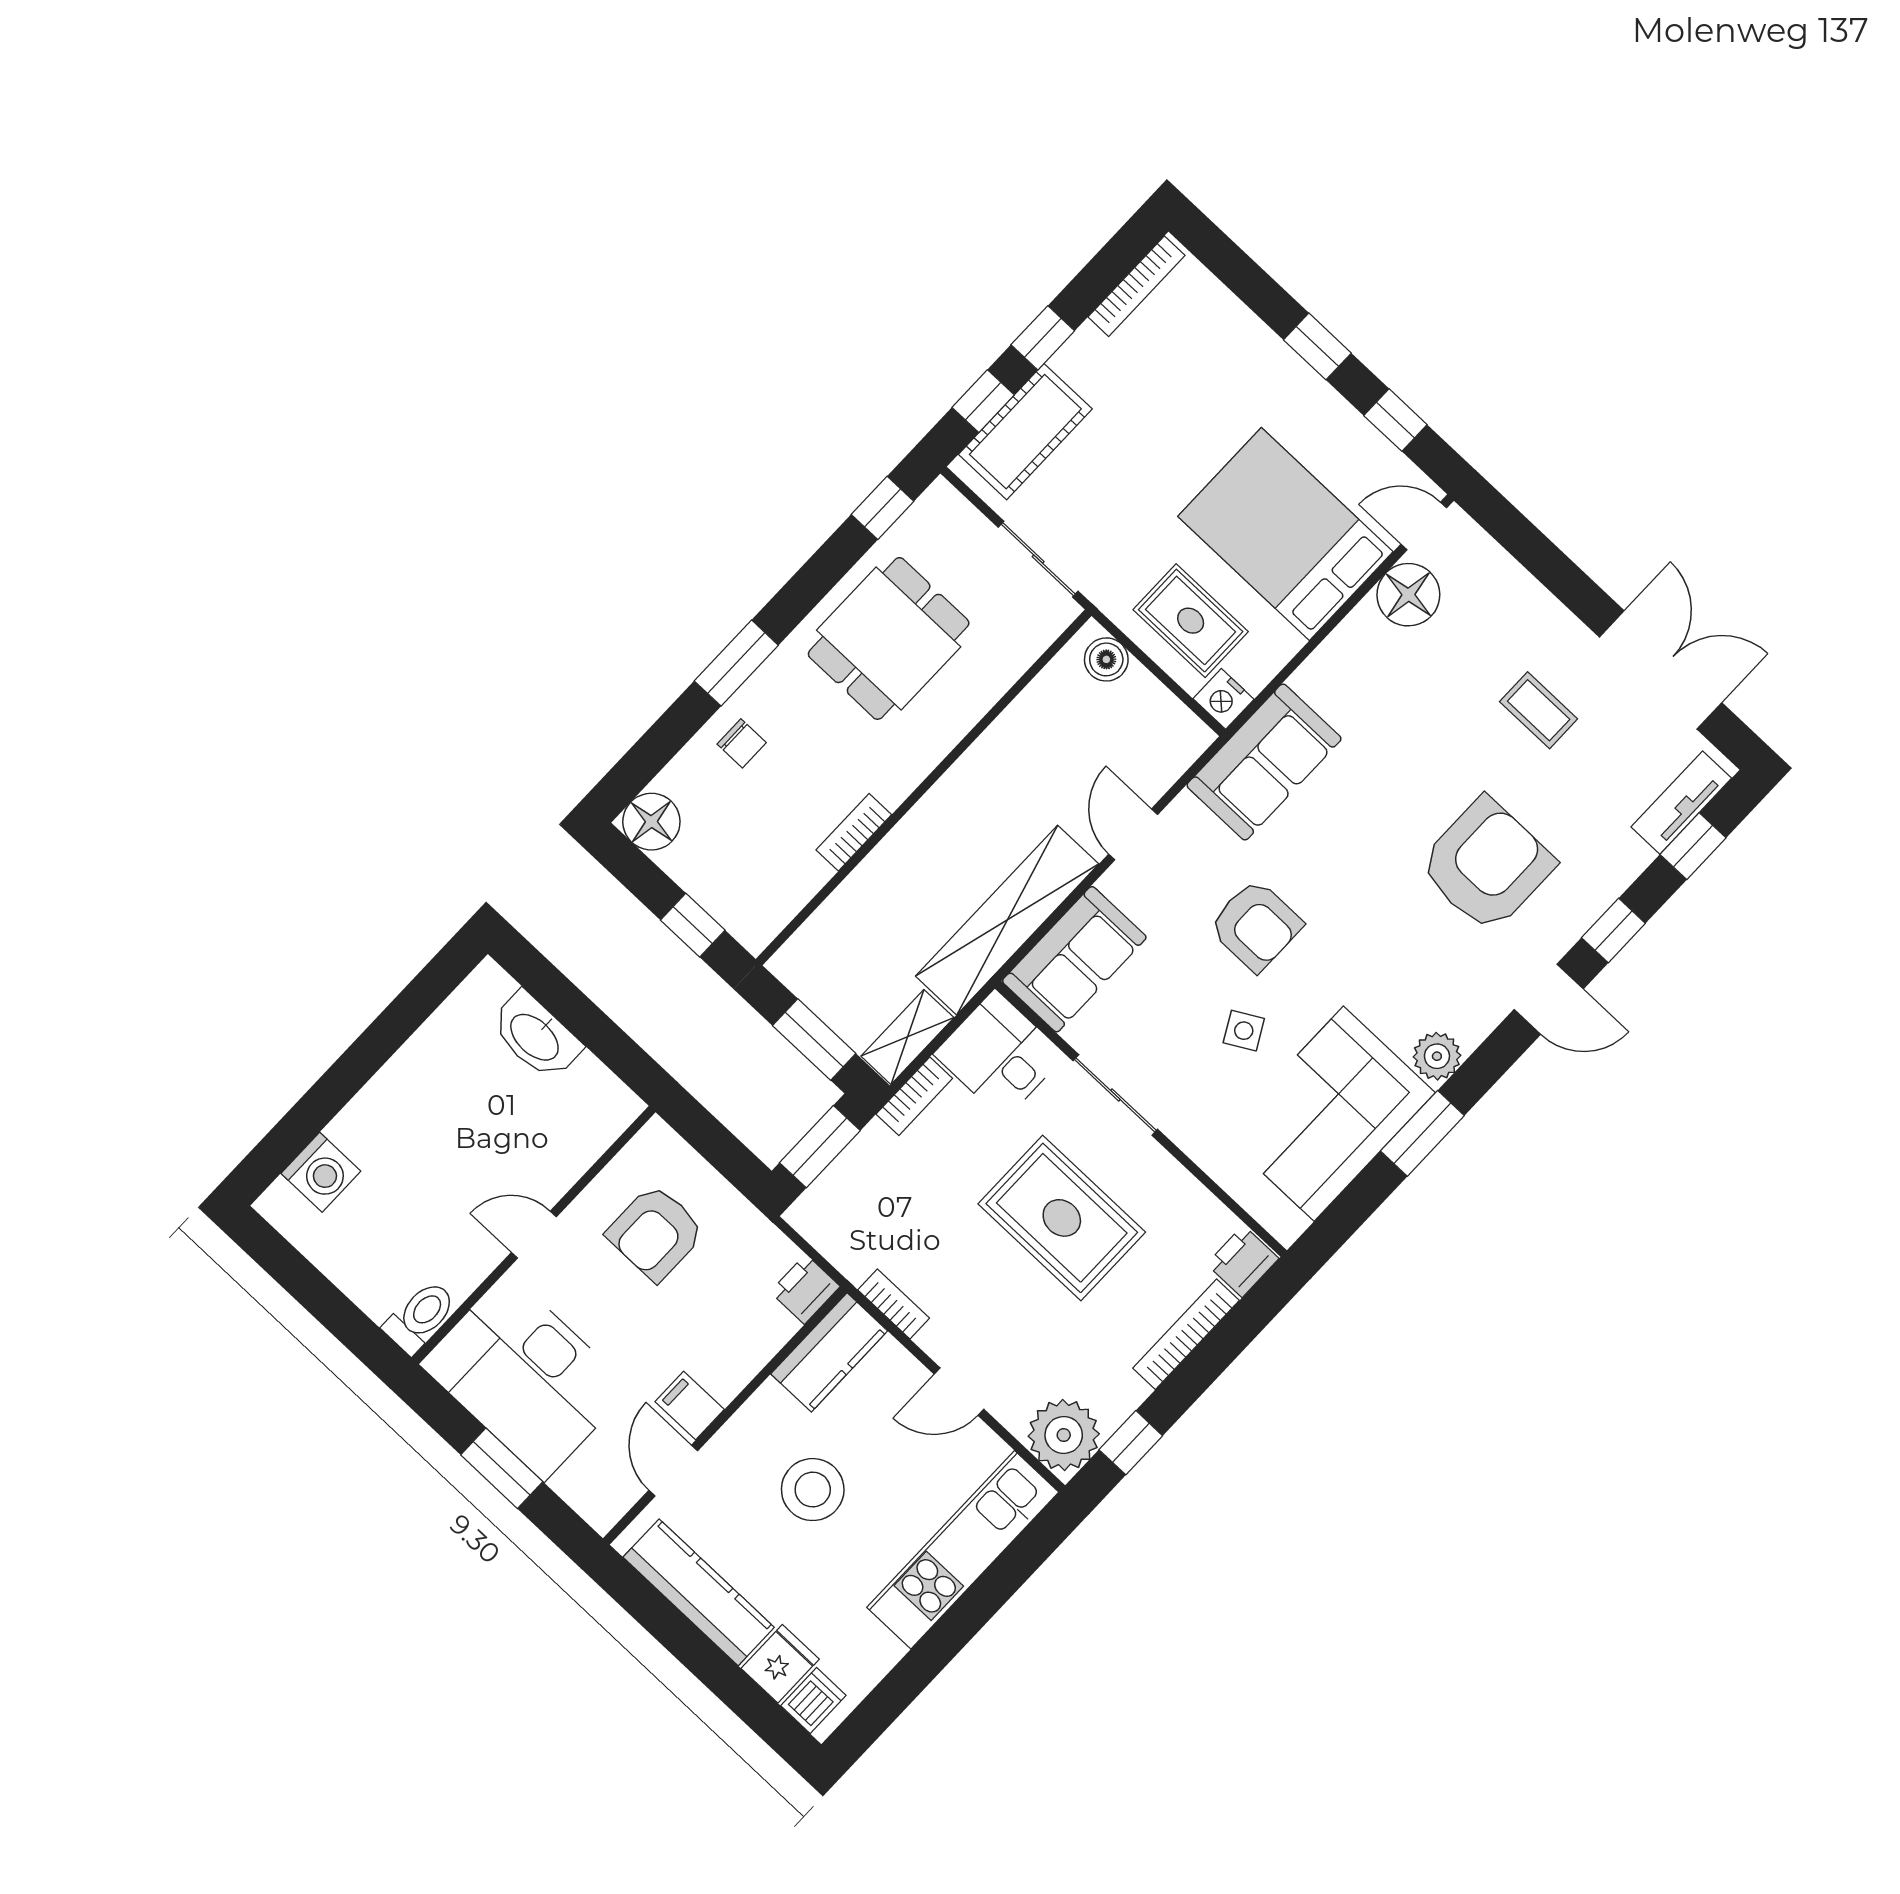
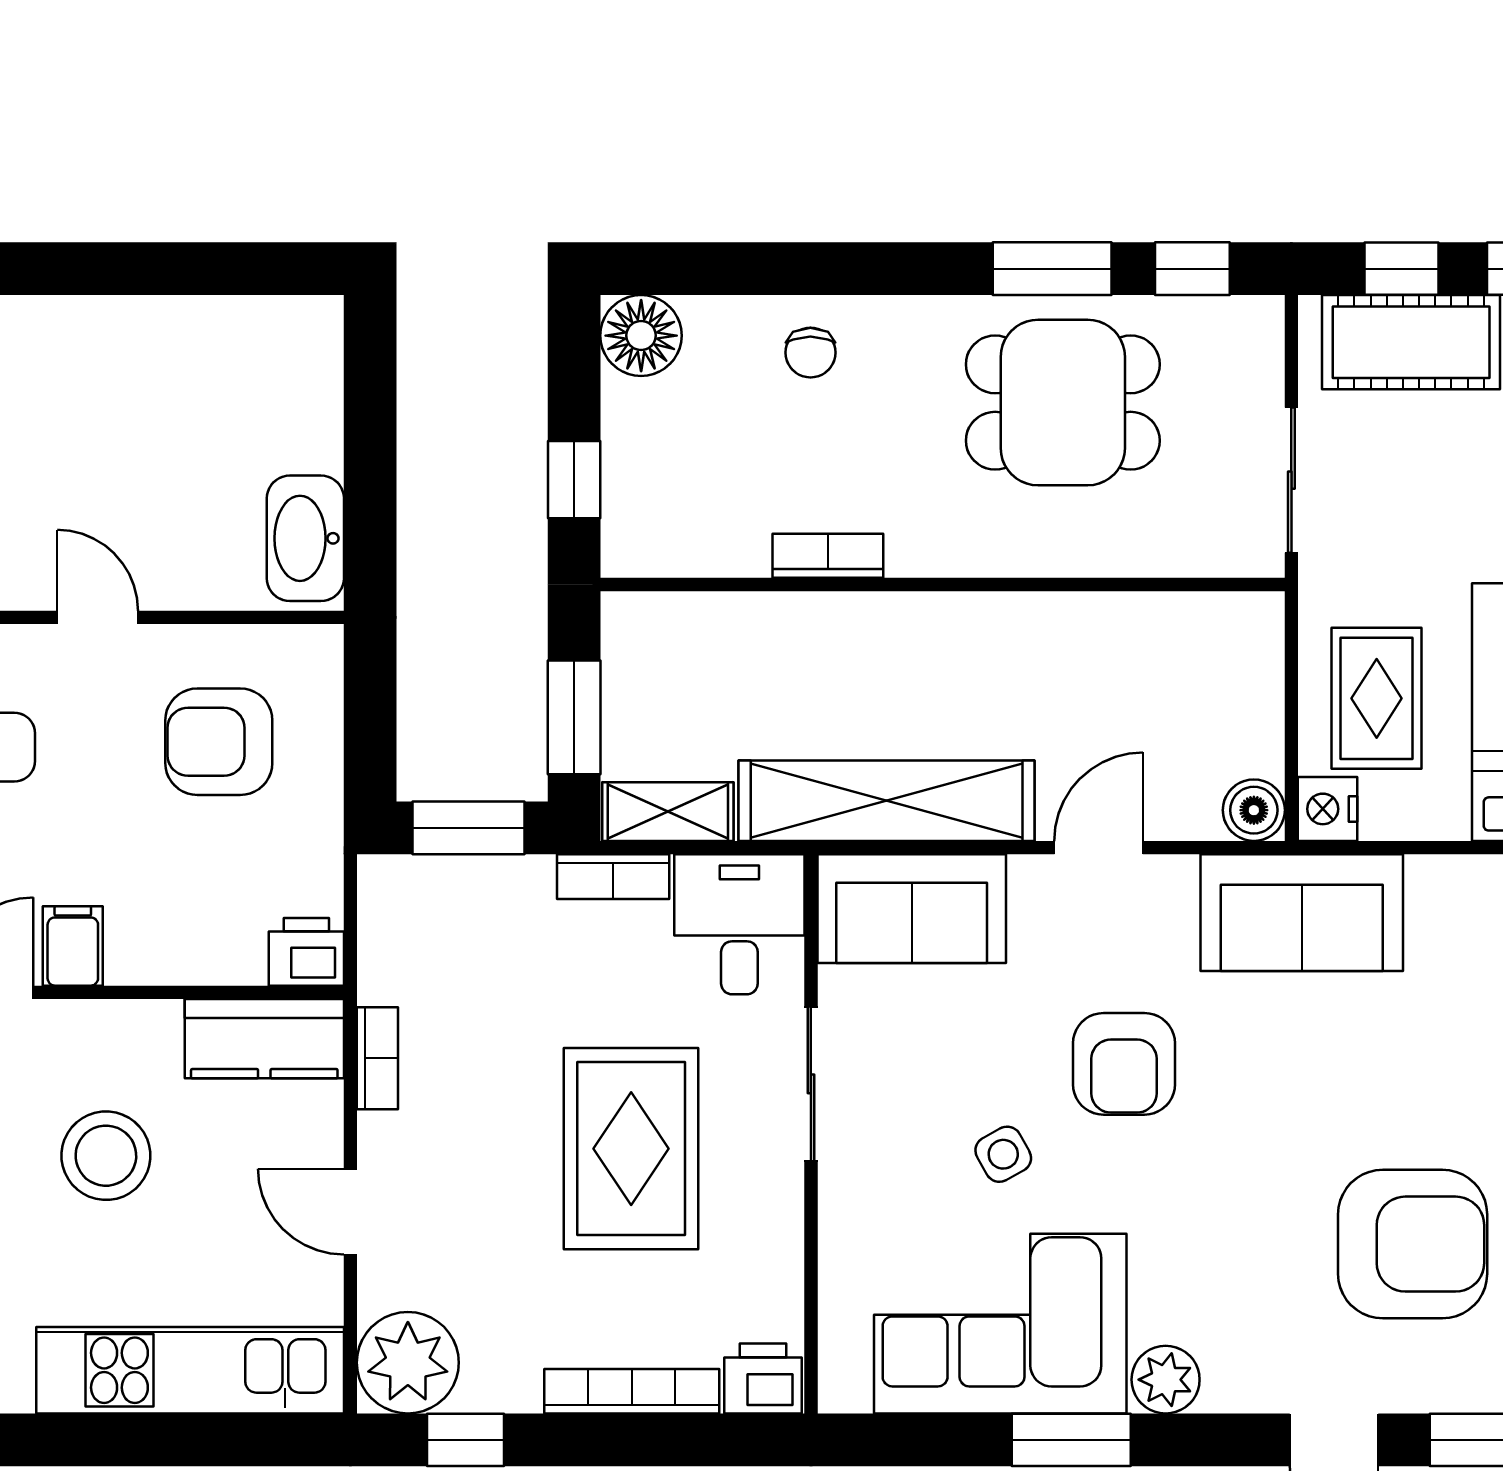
boiler: (1106, 659) -> (1254, 810), moved
window: (736, 663) -> (1052, 269), moved
washbasin: (536, 1036) -> (305, 538), moved

